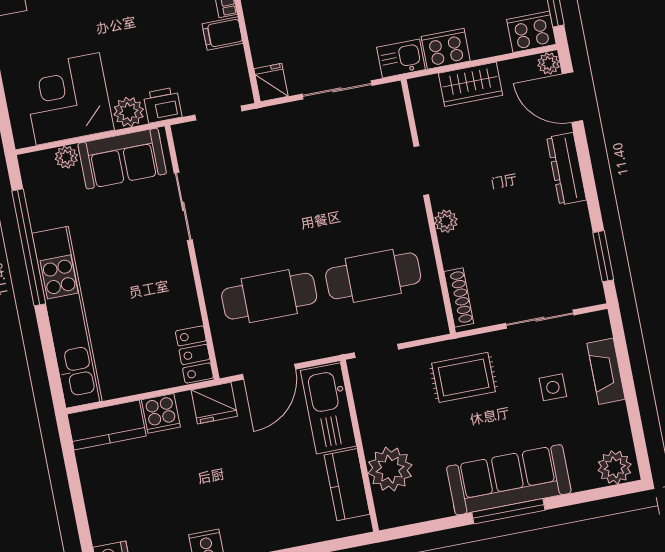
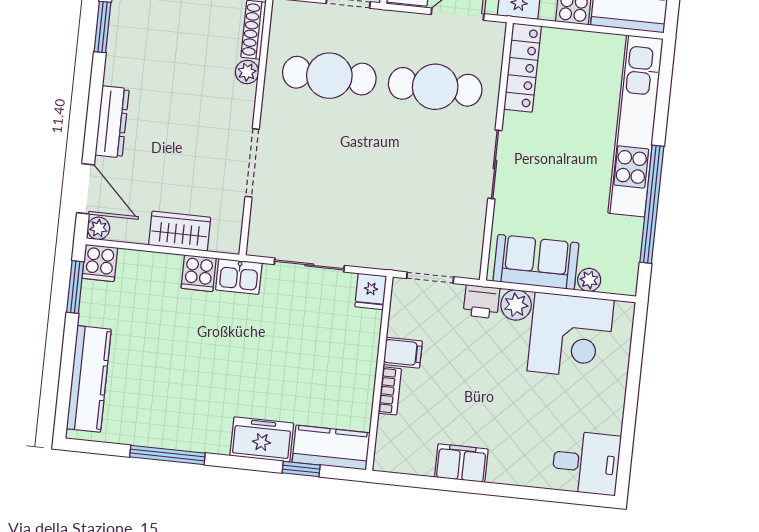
cooker: (531, 32) -> (100, 263), width x0.73
cooker: (446, 49) -> (199, 273), width x0.73
doorway: (421, 170) -> (252, 163), width x1.38
sliding door: (183, 206) -> (495, 164), moved
plant: (446, 221) -> (247, 72), moved
locker: (194, 354) -> (523, 68), width x1.53

